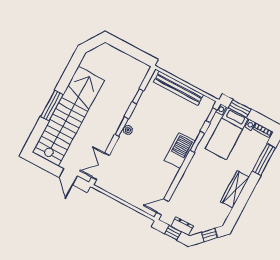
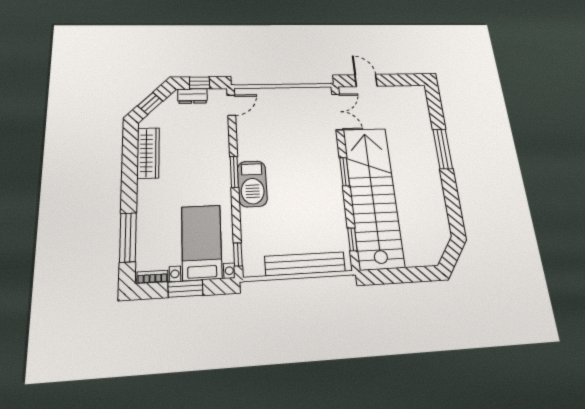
window: (138, 96) -> (352, 239), moved
window: (240, 109) -> (185, 289), moved
stairs: (68, 116) -> (373, 196), moved, turned 180
plant: (128, 130) -> (334, 172), removed
window: (197, 142) -> (234, 172), moved
wardrobe: (235, 189) -> (148, 153), moved

